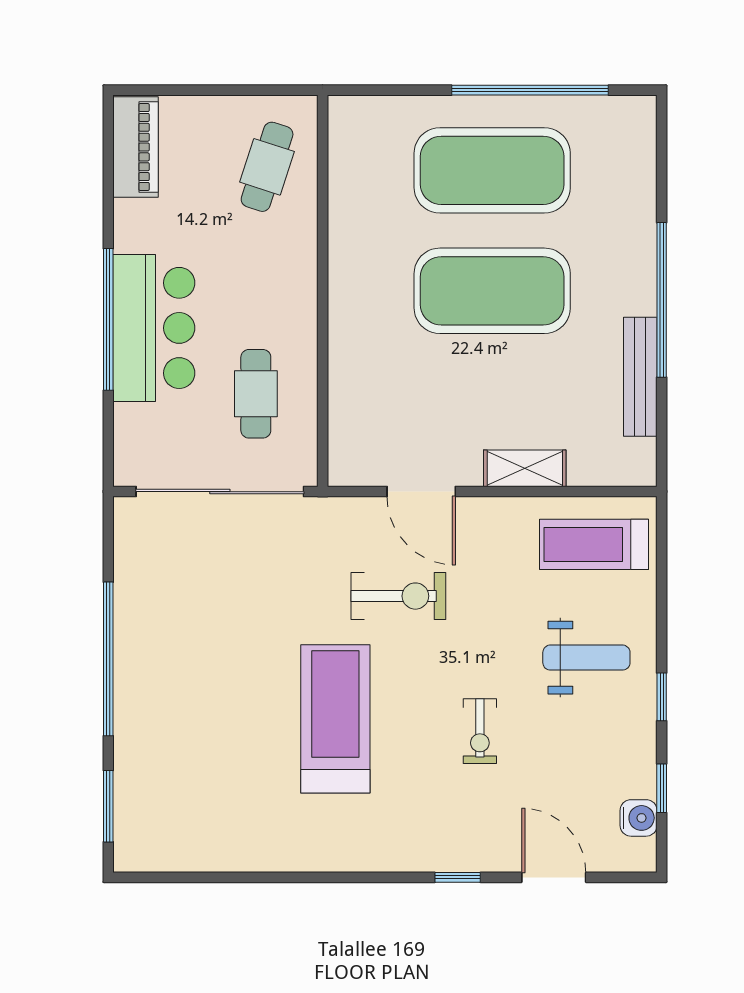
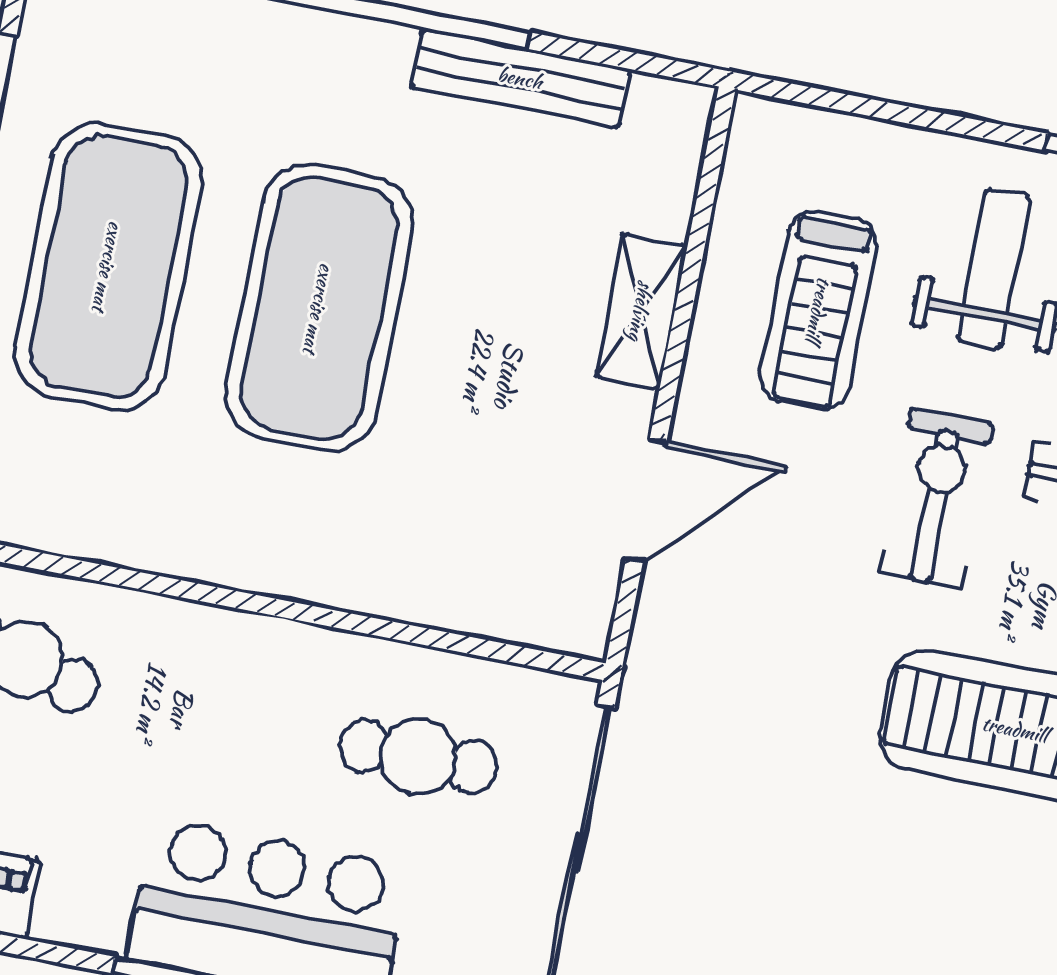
treadmill: (594, 544) -> (819, 310), moved
exercise bike: (398, 596) -> (936, 498), moved

